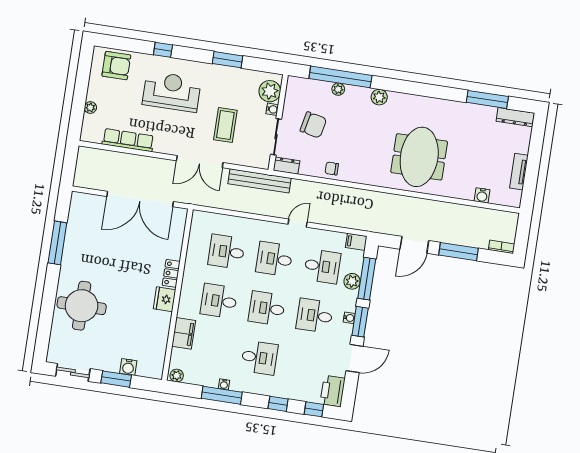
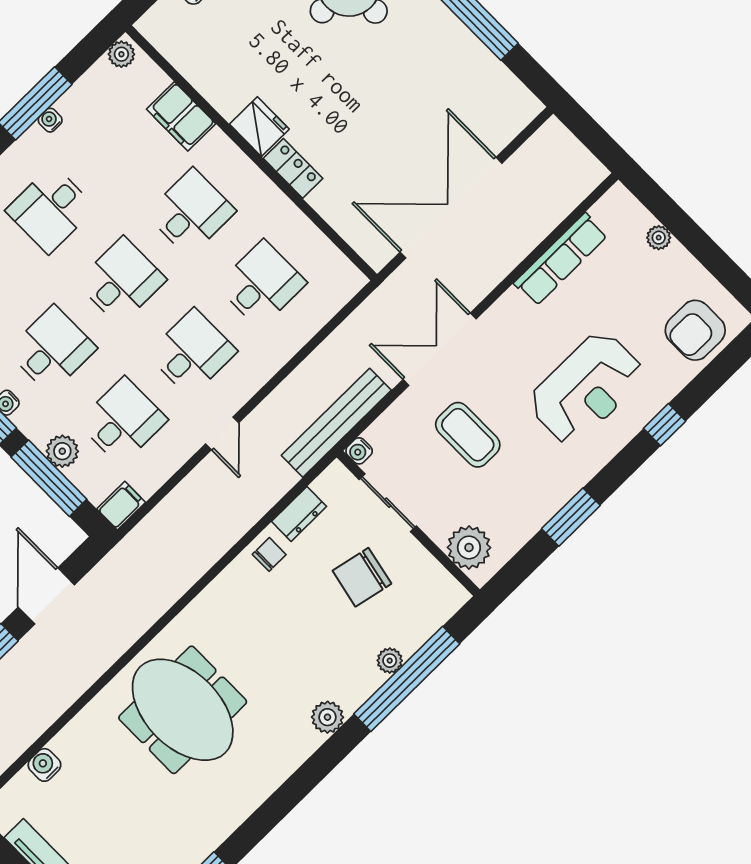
water cooler: (272, 109) -> (359, 451), moved
dresser: (286, 166) -> (299, 514), moved
desk: (322, 266) -> (123, 421), turned 180

